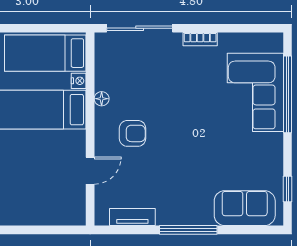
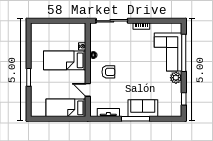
bed: (45, 53) -> (66, 108), moved
plant: (271, 145) -> (176, 78), added
door: (90, 171) -> (88, 90), swing flipped
sofa: (245, 208) -> (143, 108), moved

